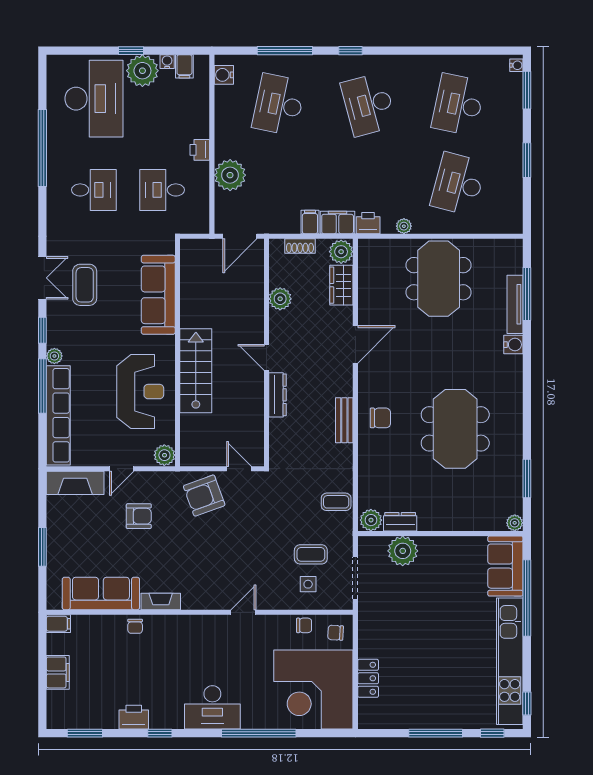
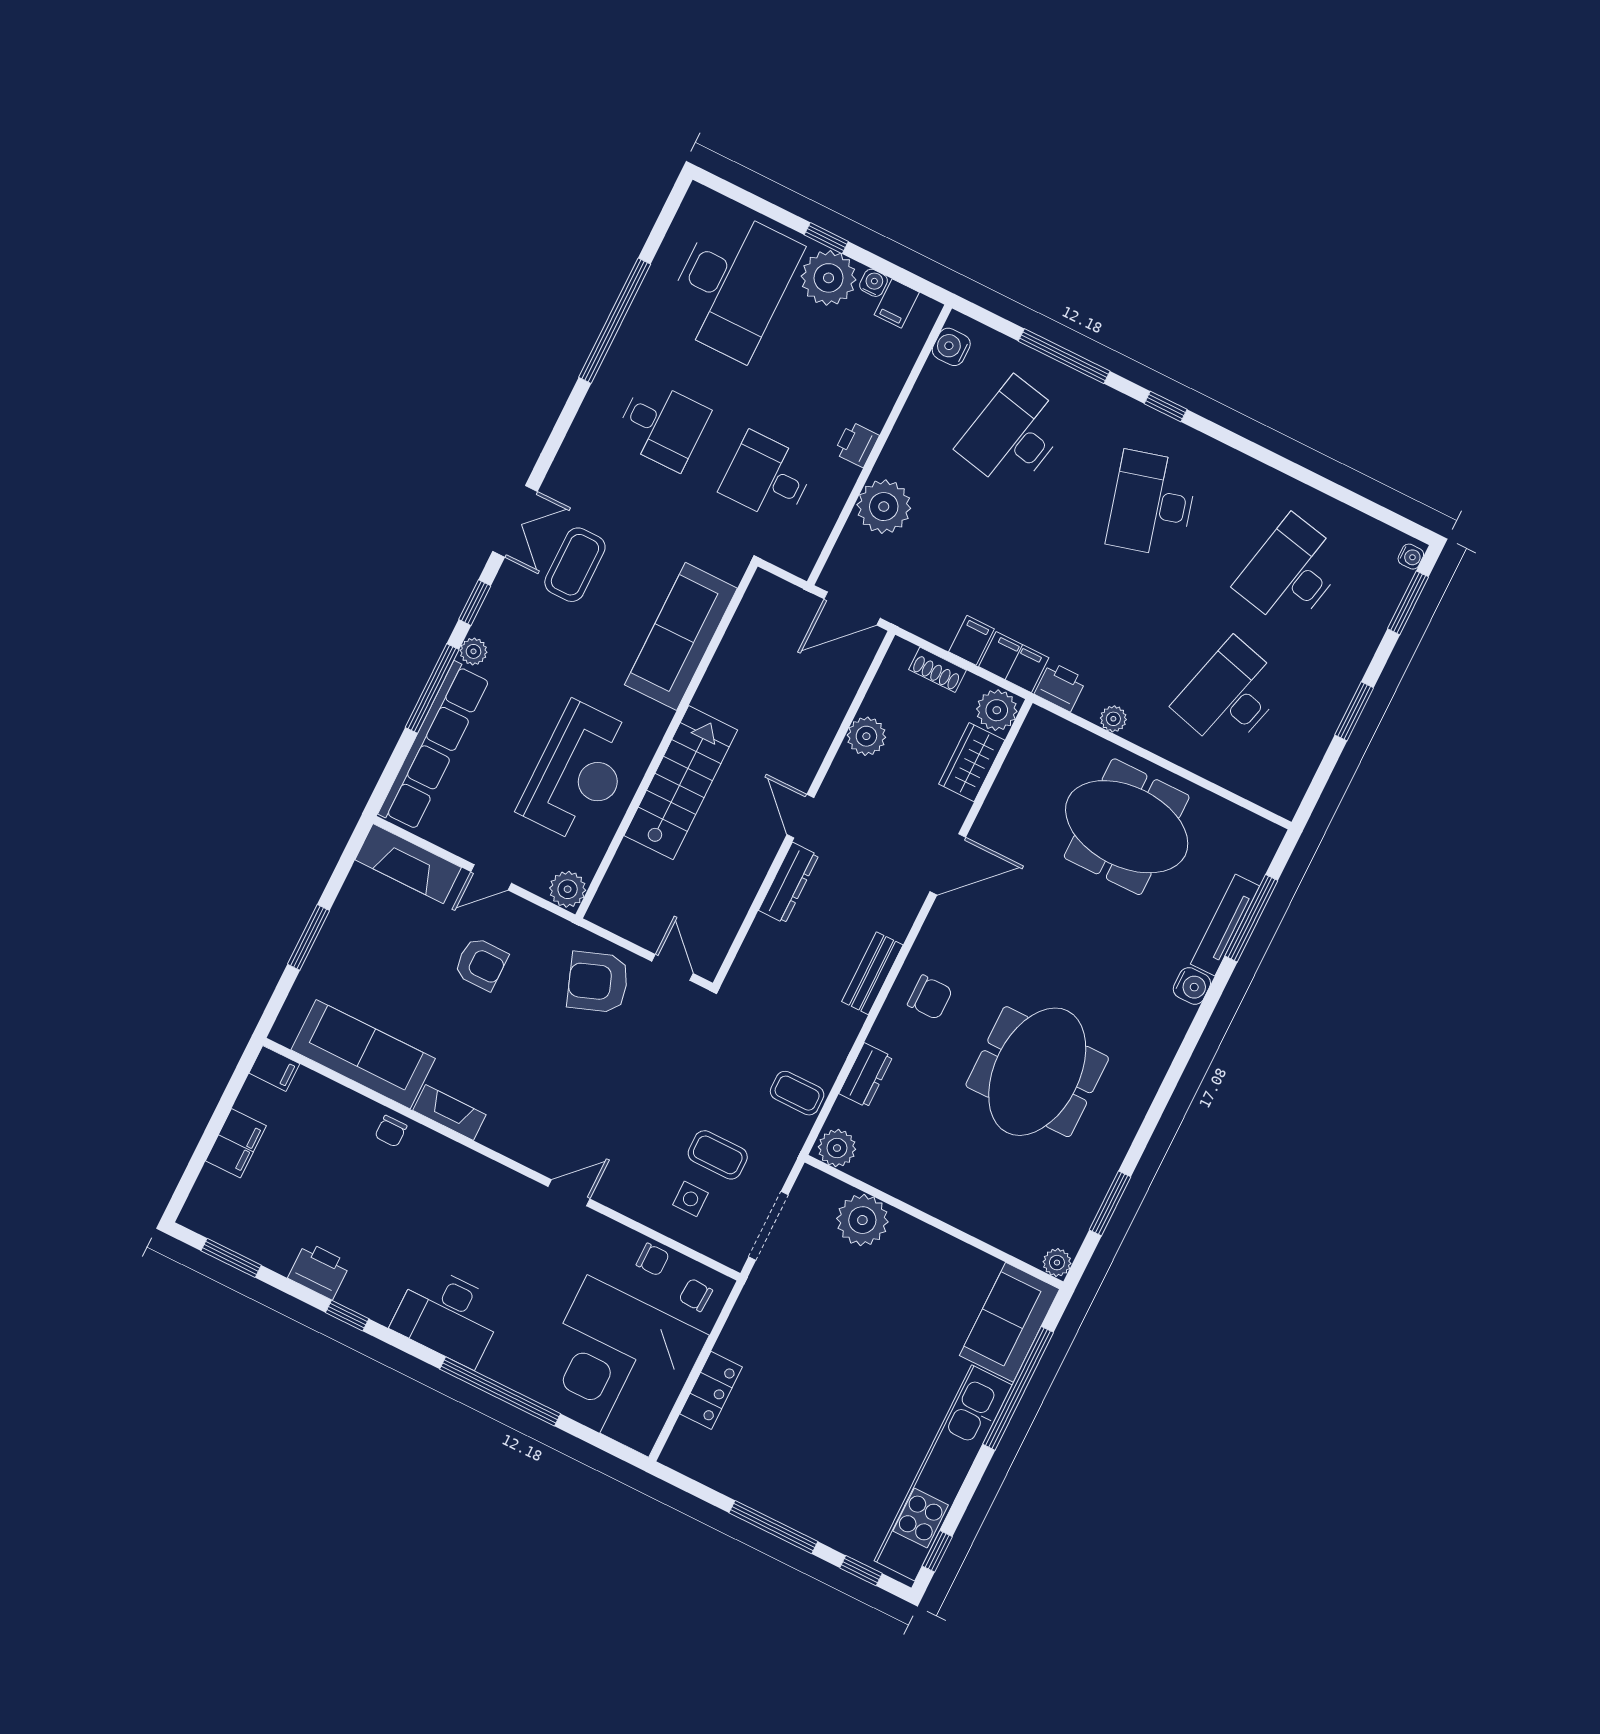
meeting table: (439, 279) -> (1127, 827), turned 90
dresser: (400, 522) -> (866, 1075), moved, turned 90

